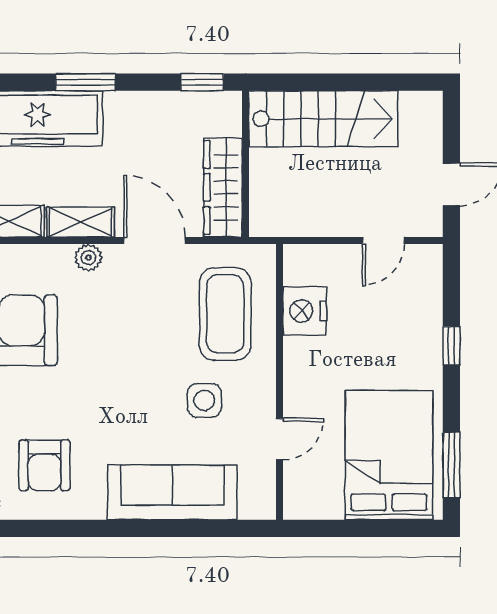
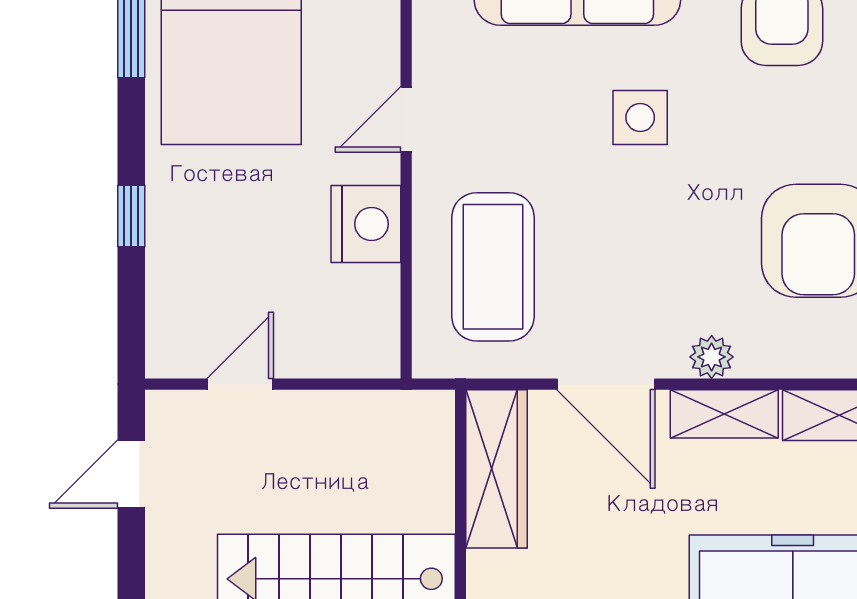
nightstand: (305, 311) -> (366, 224), moved
side table: (204, 400) -> (640, 117), moved
door: (280, 439) -> (406, 119), moved

